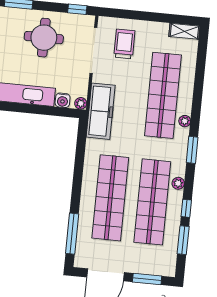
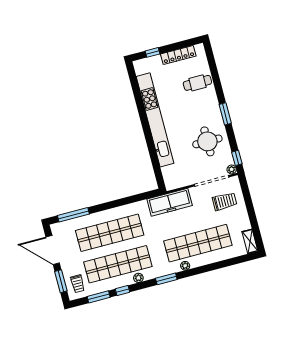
water cooler: (63, 100) -> (167, 172), removed
plant: (81, 103) -> (232, 169), moved
trolley: (158, 260) -> (78, 284), added

